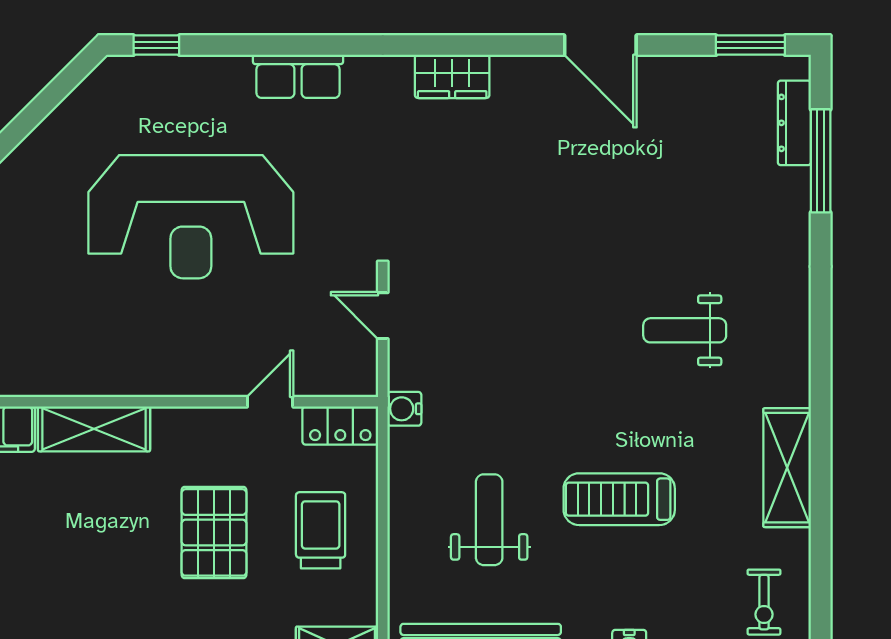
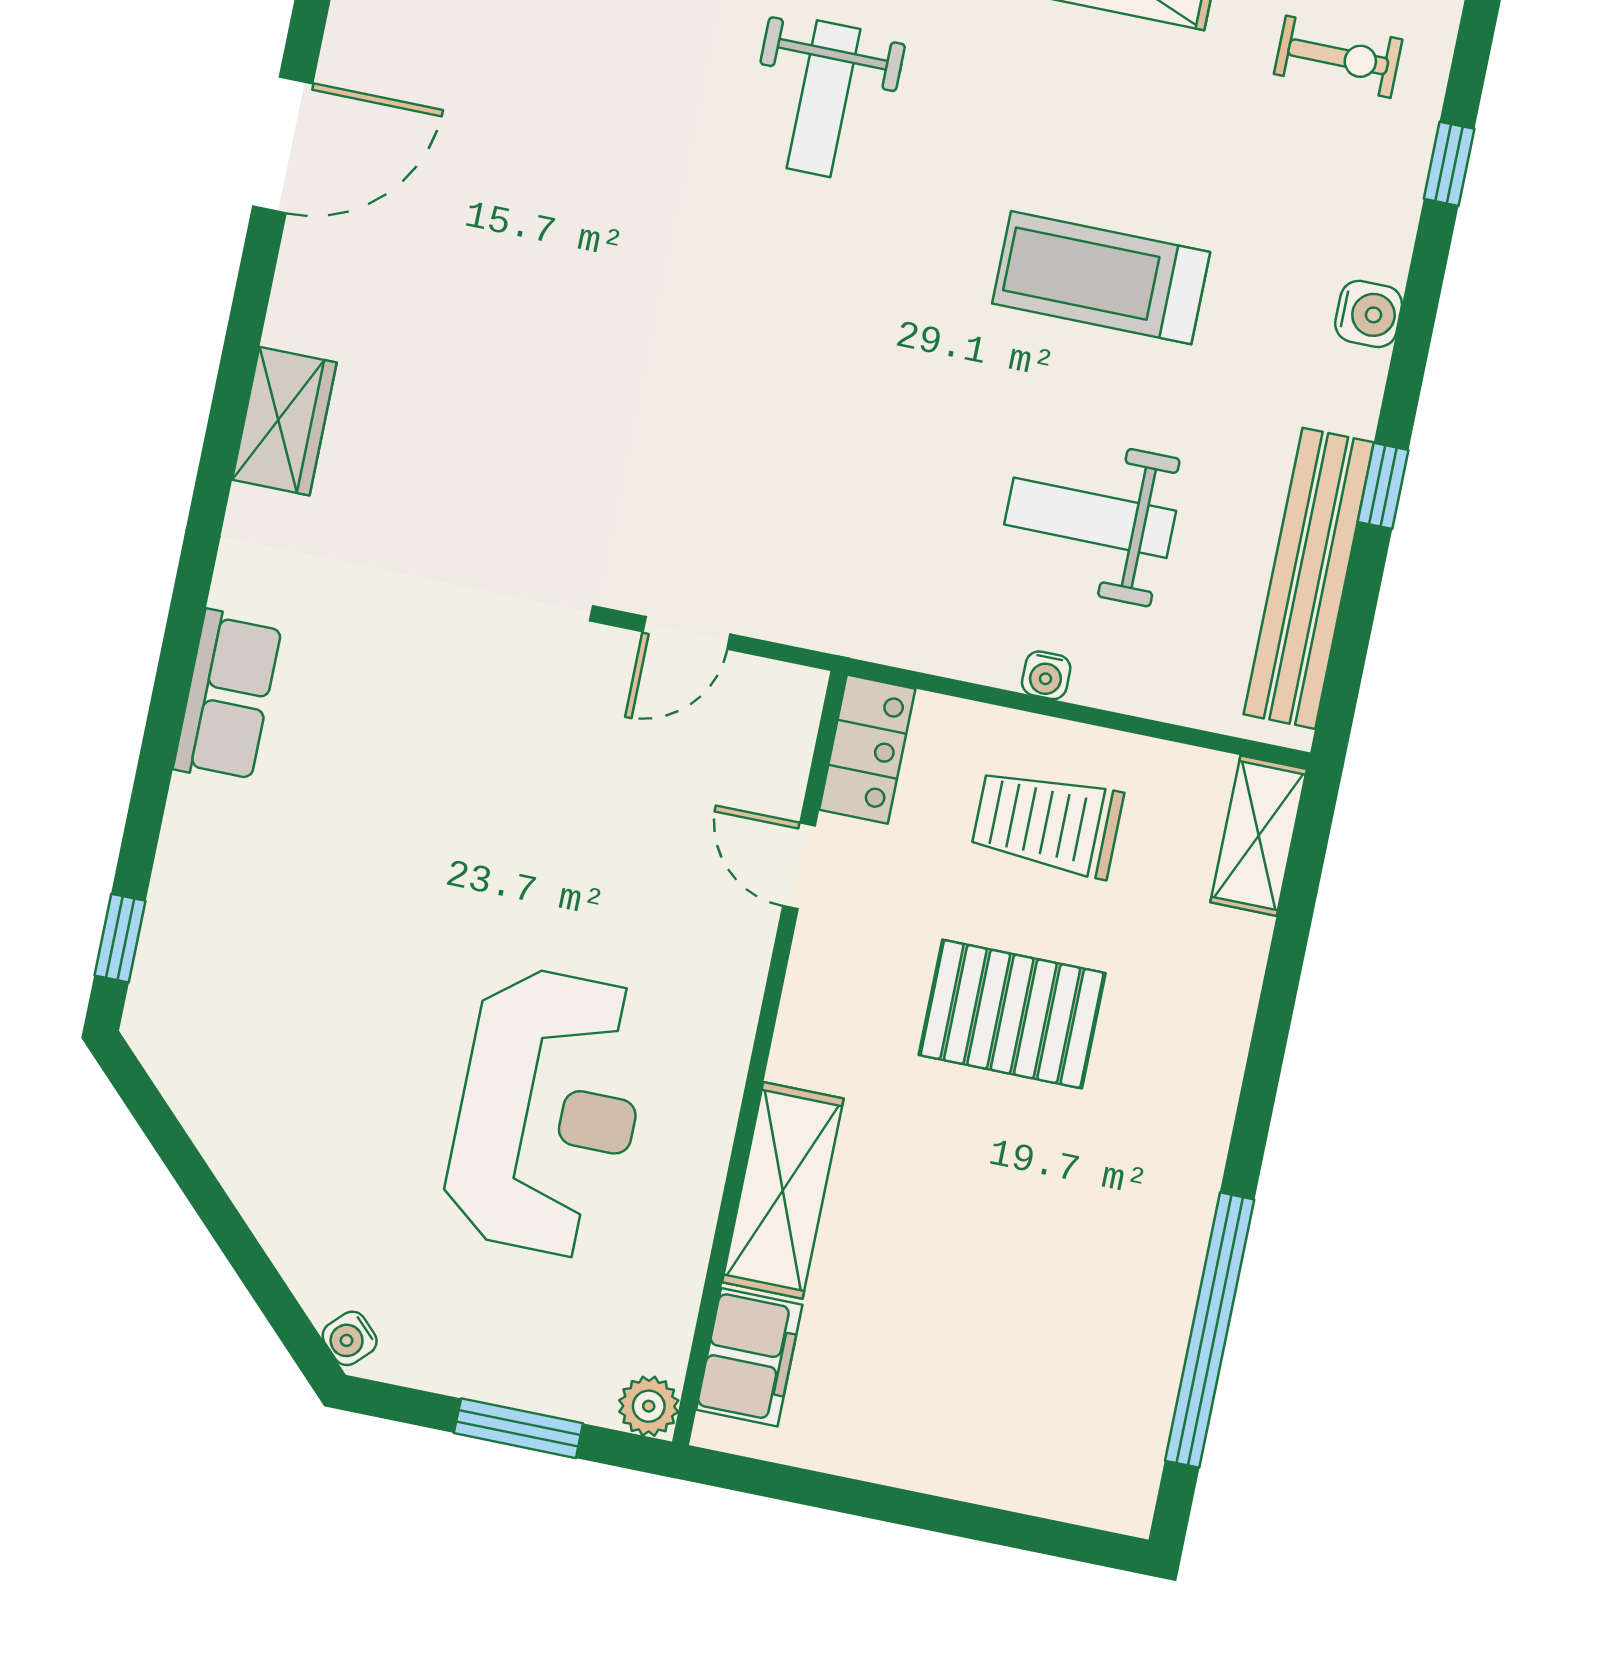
reception desk: (191, 217) -> (548, 1112), moved, width x0.74, depth x0.77
water cooler: (404, 409) -> (1046, 675), moved, width x0.72, depth x0.72
treadmill: (619, 499) -> (1101, 278), turned 90

